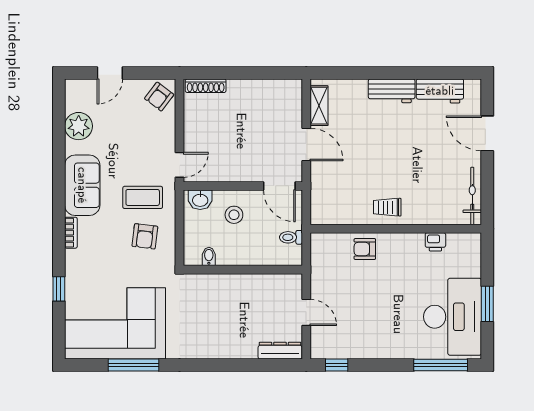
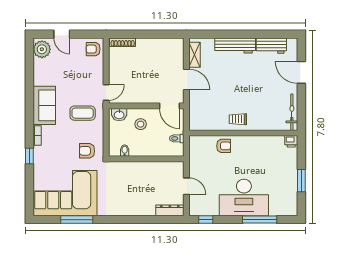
door: (110, 73) -> (62, 34), hinge flipped
workbench: (392, 91) -> (235, 45), width x1.38
armchair: (159, 97) -> (93, 49), turned 53
plant: (79, 126) -> (42, 49), moved
armchair: (145, 236) -> (87, 151), moved, turned 83
printer: (435, 242) -> (291, 141), moved
armchair: (365, 249) -> (224, 146), turned 180
window: (59, 289) -> (29, 156), moved
desk: (453, 317) -> (244, 197), moved, turned 90
window: (441, 365) -> (260, 220), moved

